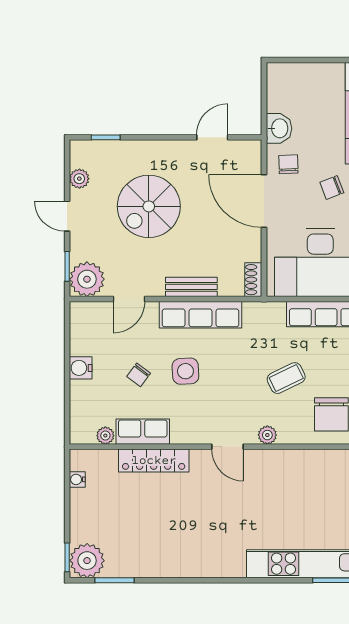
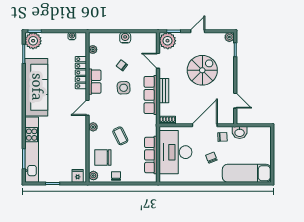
plant: (79, 179) -> (229, 37), moved
spiral stairs: (149, 206) -> (202, 70), turned 90
row of seats: (143, 432) -> (95, 82), moved
sofa: (184, 554) -> (36, 87), added

